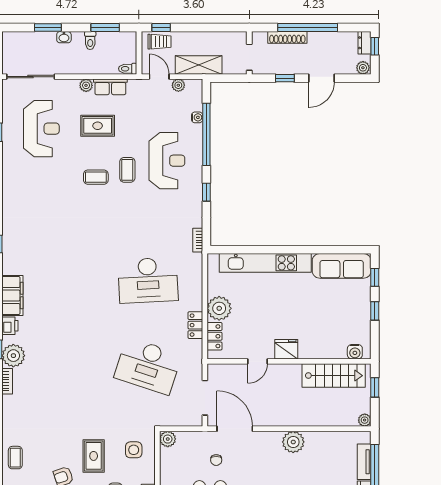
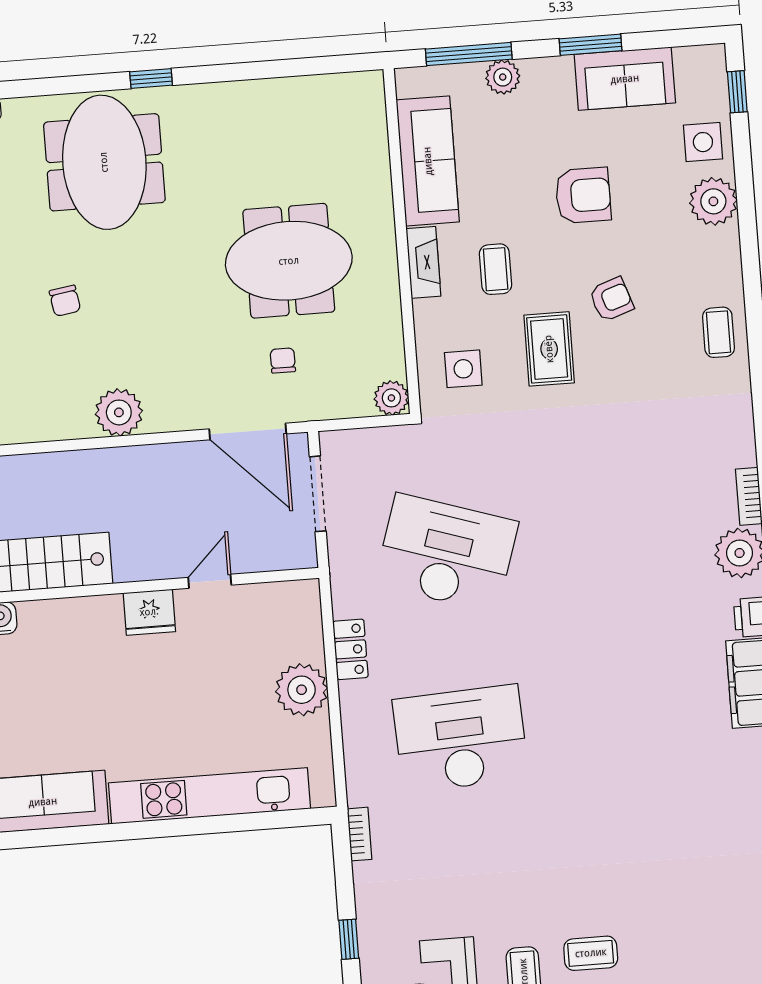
locker: (215, 336) -> (307, 628), removed

